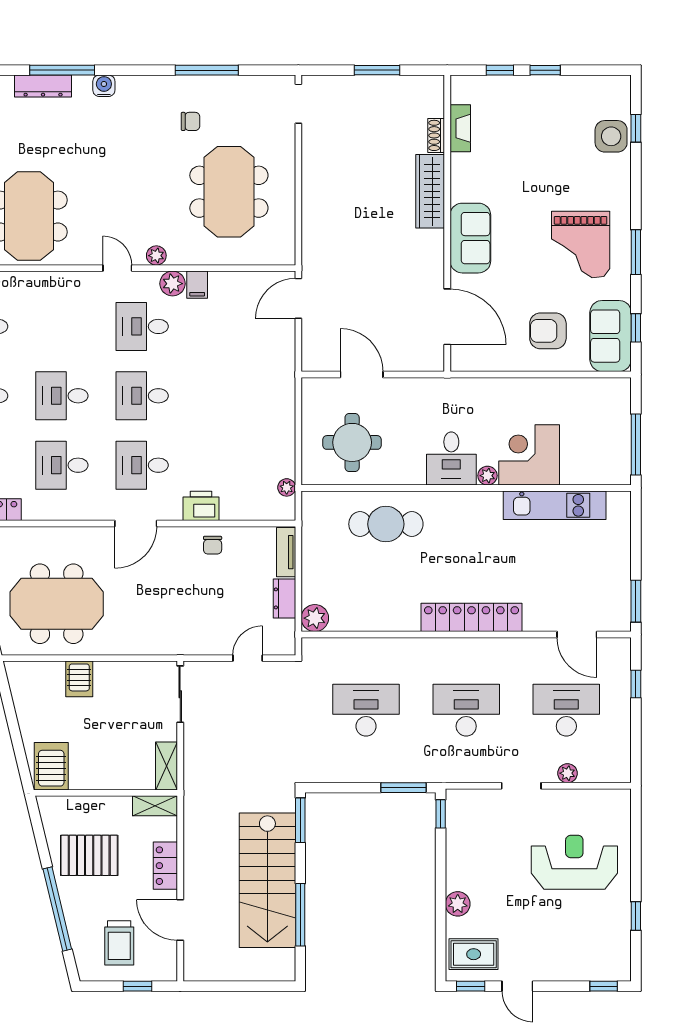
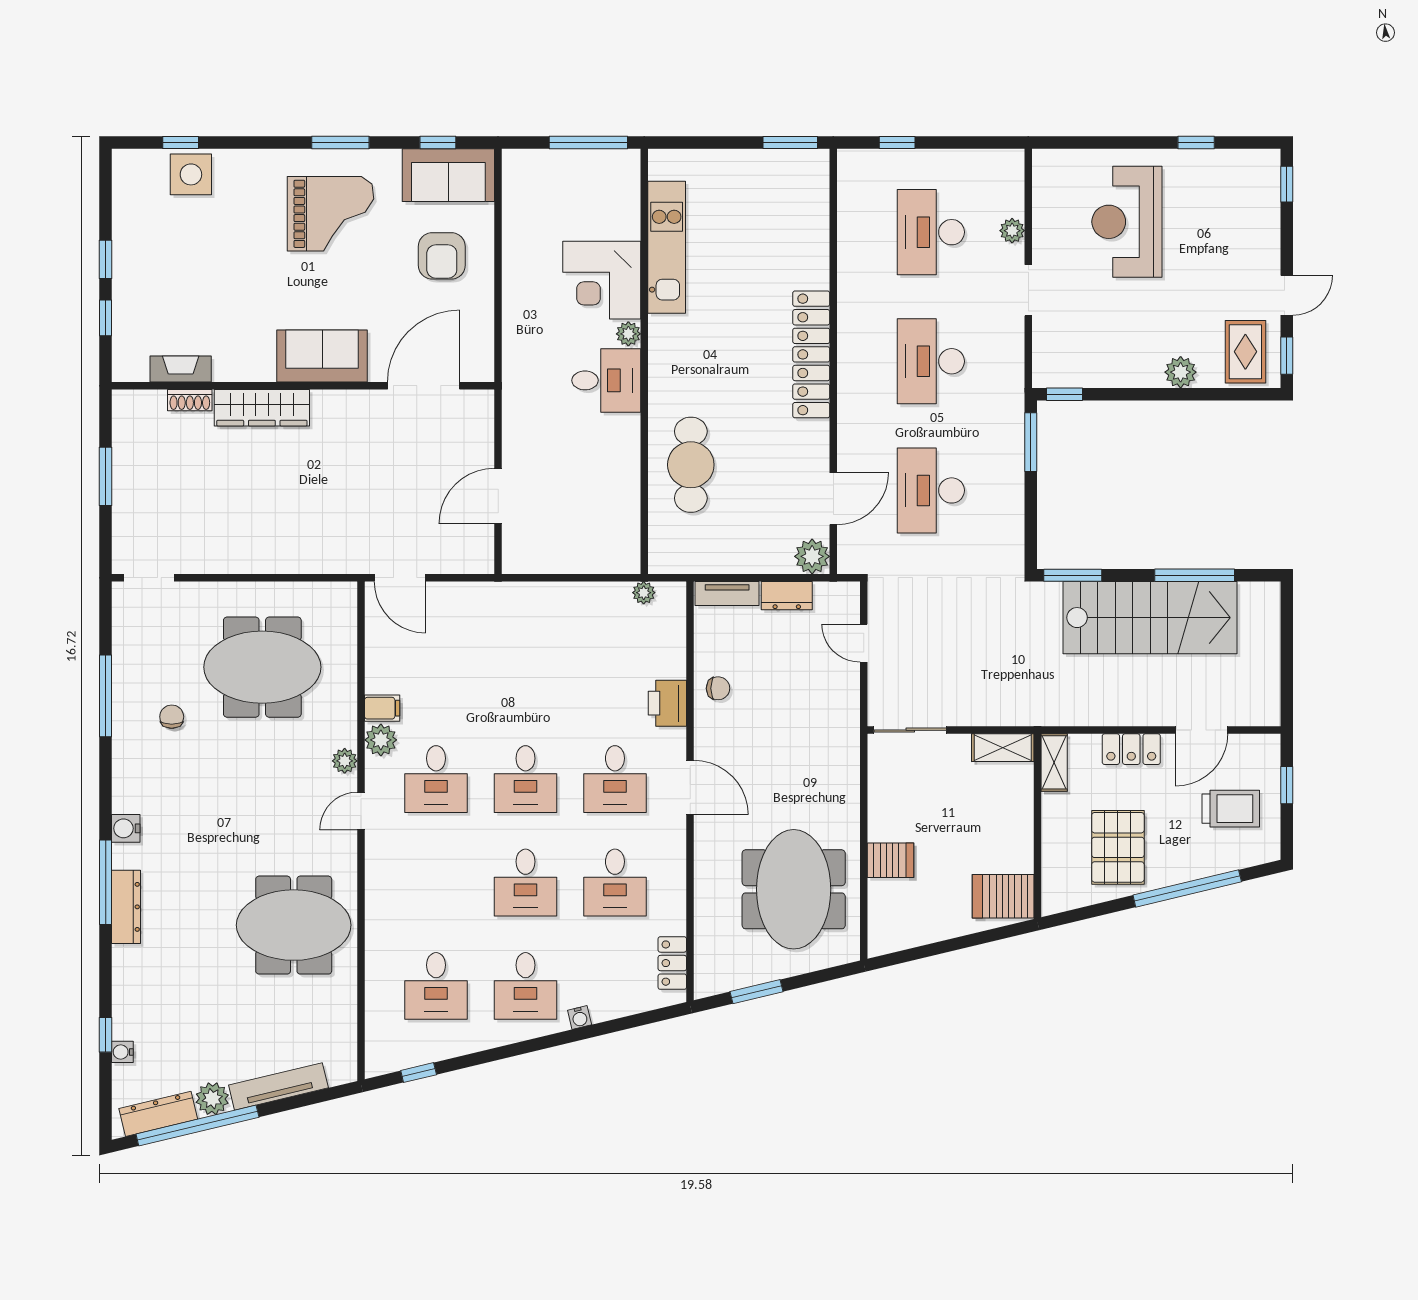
round table: (352, 442) -> (586, 508), removed
door: (577, 635) -> (833, 499), moved

